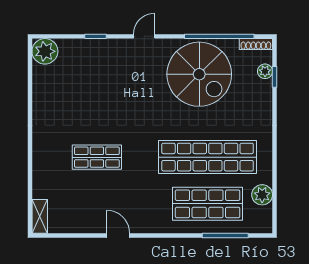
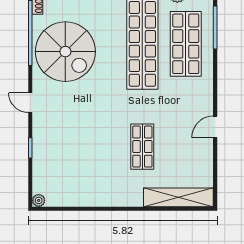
plant: (45, 51) -> (39, 200), width x0.53, depth x0.53
spiral stairs: (199, 74) -> (65, 52), turned 90
shelving: (40, 216) -> (178, 197), width x2.20, depth x1.33

